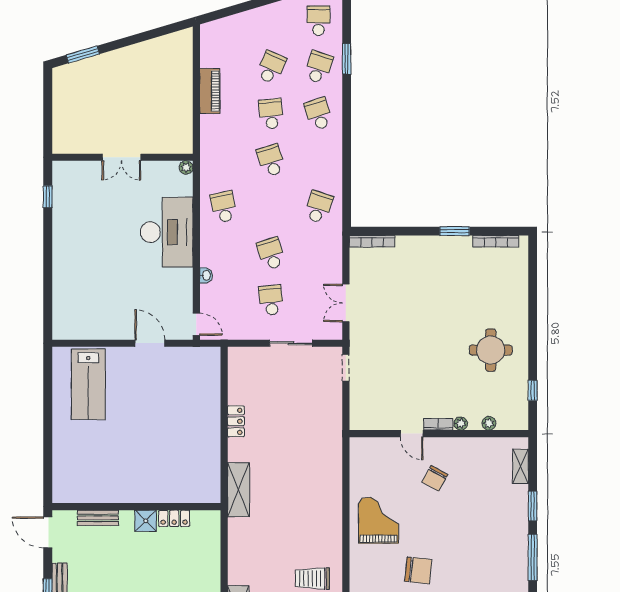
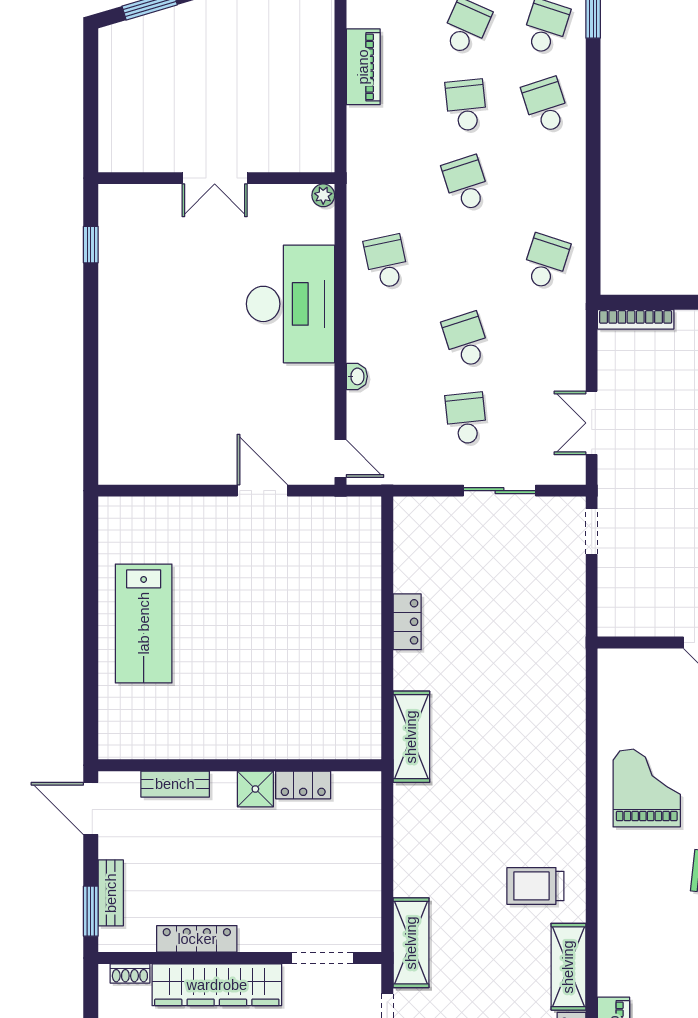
lab bench: (88, 384) -> (144, 623), moved

